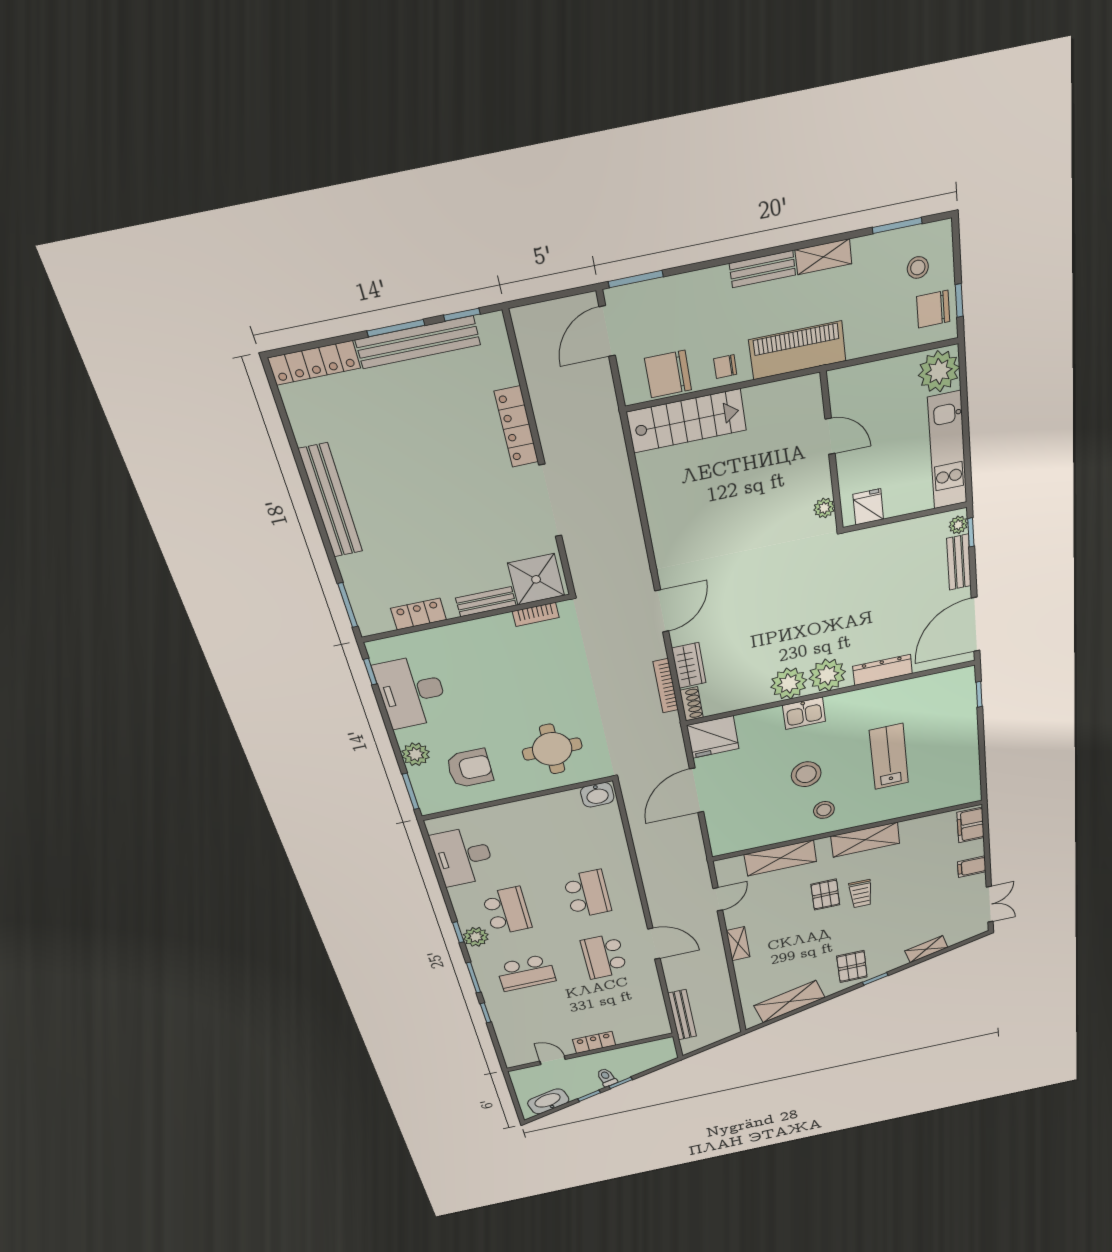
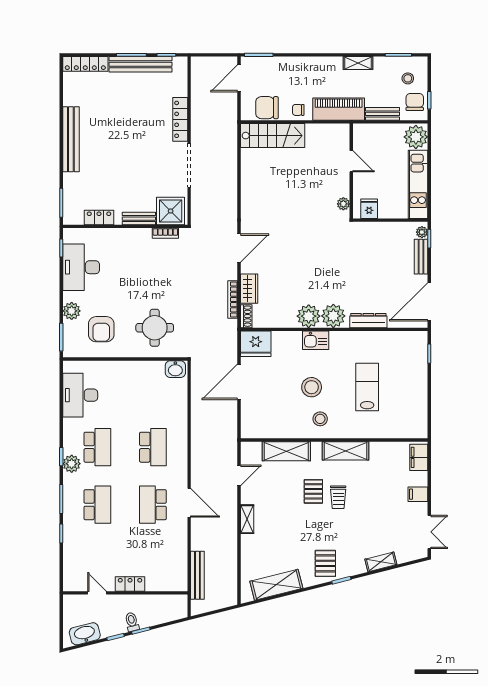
bench: (763, 269) -> (383, 114), moved
chair: (933, 309) -> (415, 102), turned 90
armchair: (470, 768) -> (101, 329), turned 90
school desk: (526, 973) -> (97, 505), turned -90

